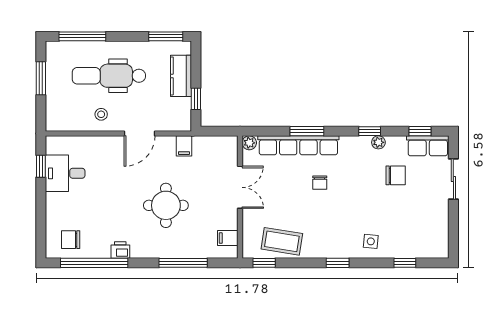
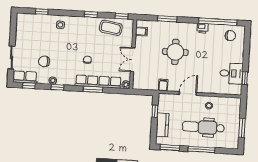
window: (82, 36) -> (201, 149), moved
dental chair: (109, 76) -> (203, 127), turned 180
window: (183, 263) -> (167, 19), width x0.69
window: (338, 263) -> (91, 14), moved

